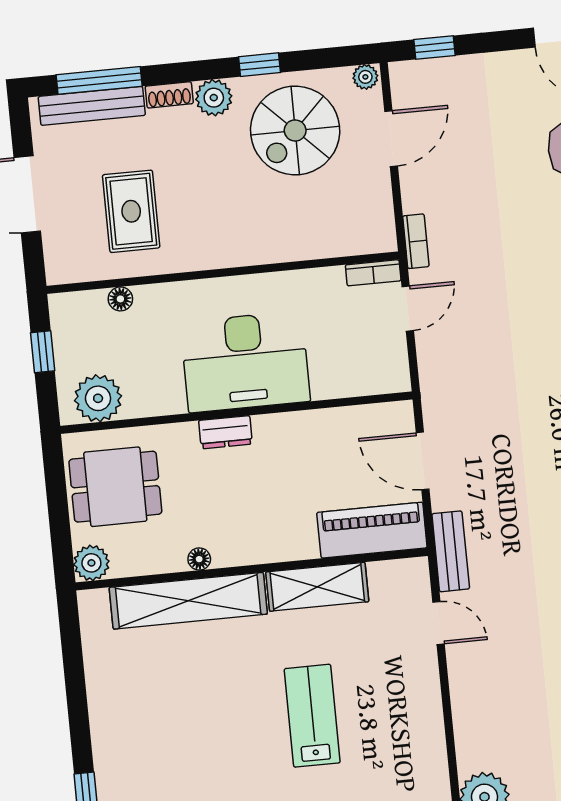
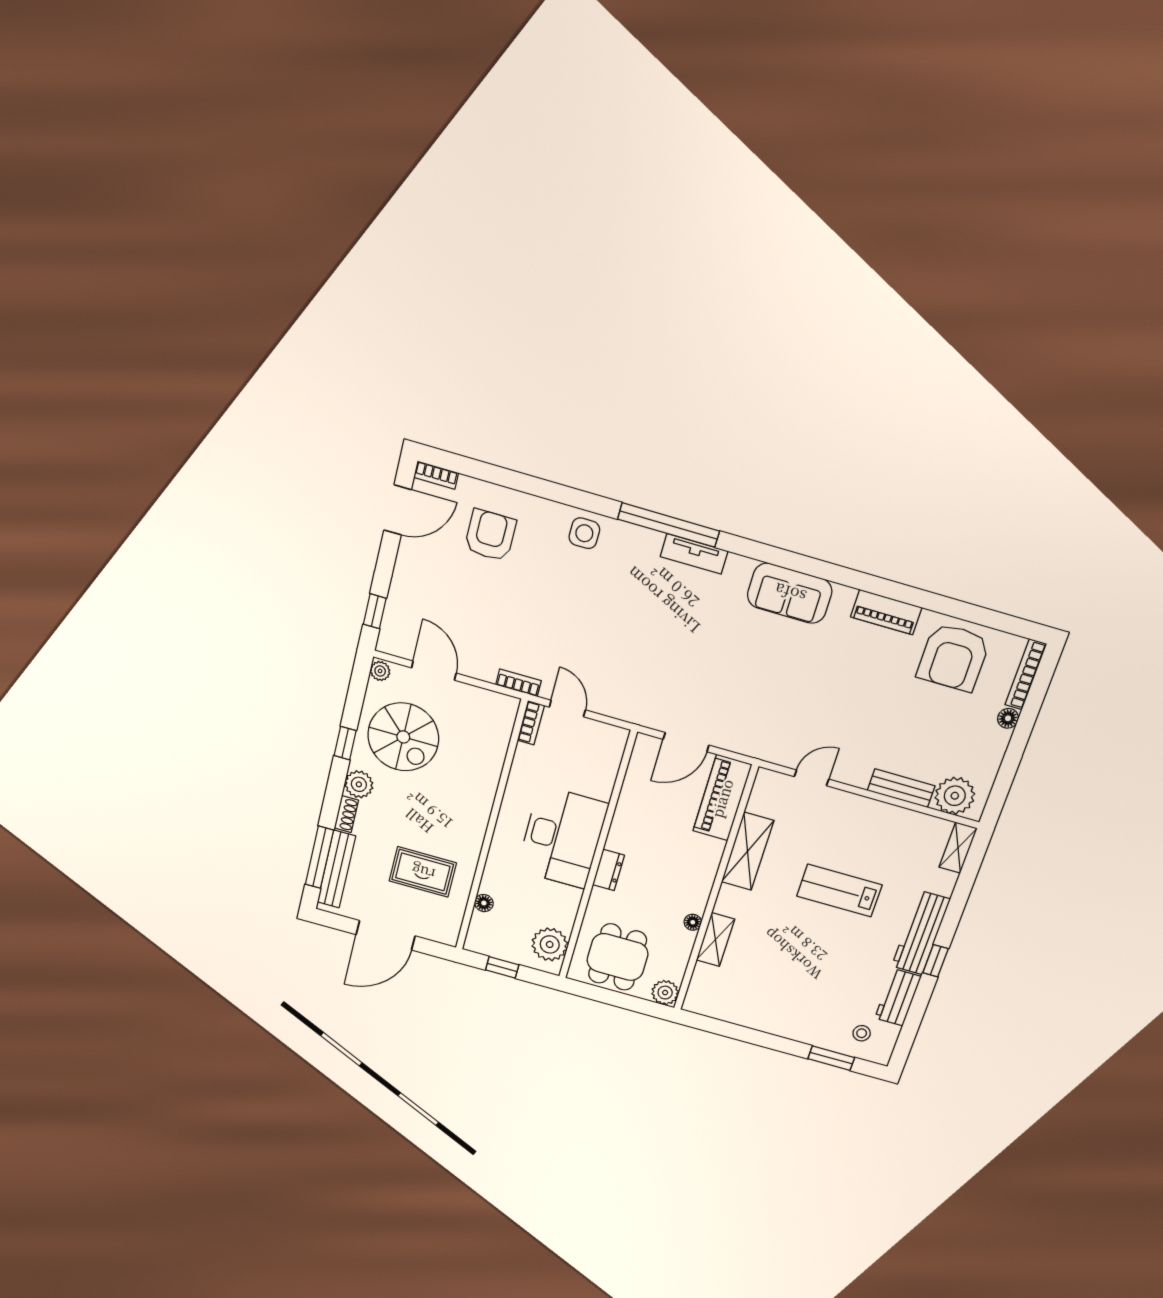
bench: (451, 551) -> (901, 788), moved
shelving: (188, 601) -> (715, 940), width x0.45, depth x0.75

